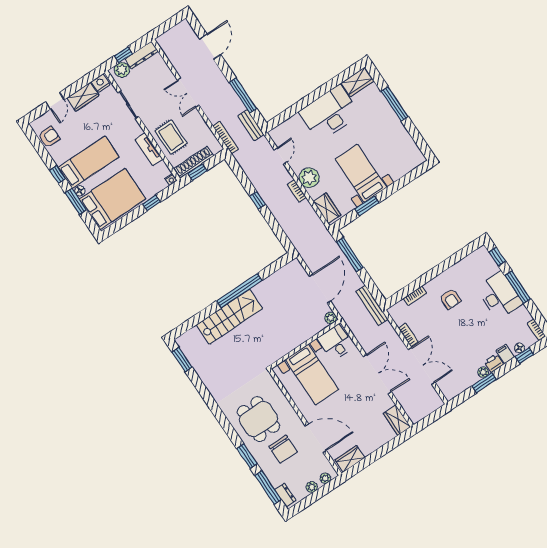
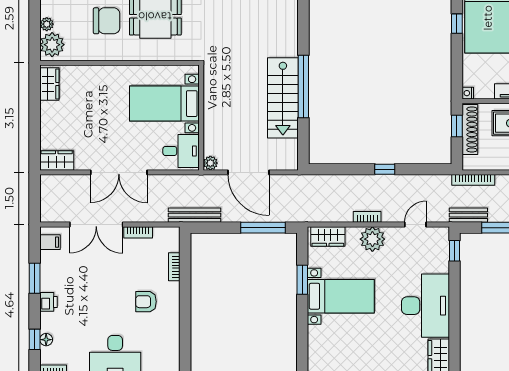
window: (280, 119) -> (455, 251), added
door: (280, 156) -> (415, 224), swing flipped
window: (151, 203) -> (457, 24), moved
stairs: (229, 317) -> (283, 98), moved
filing cabinet: (505, 354) -> (50, 242), moved
plant: (483, 372) -> (46, 285), removed
door: (316, 438) -> (95, 63), removed
chair: (283, 449) -> (107, 21), turned 180
plant: (325, 478) -> (52, 45), width x1.88, depth x1.88

